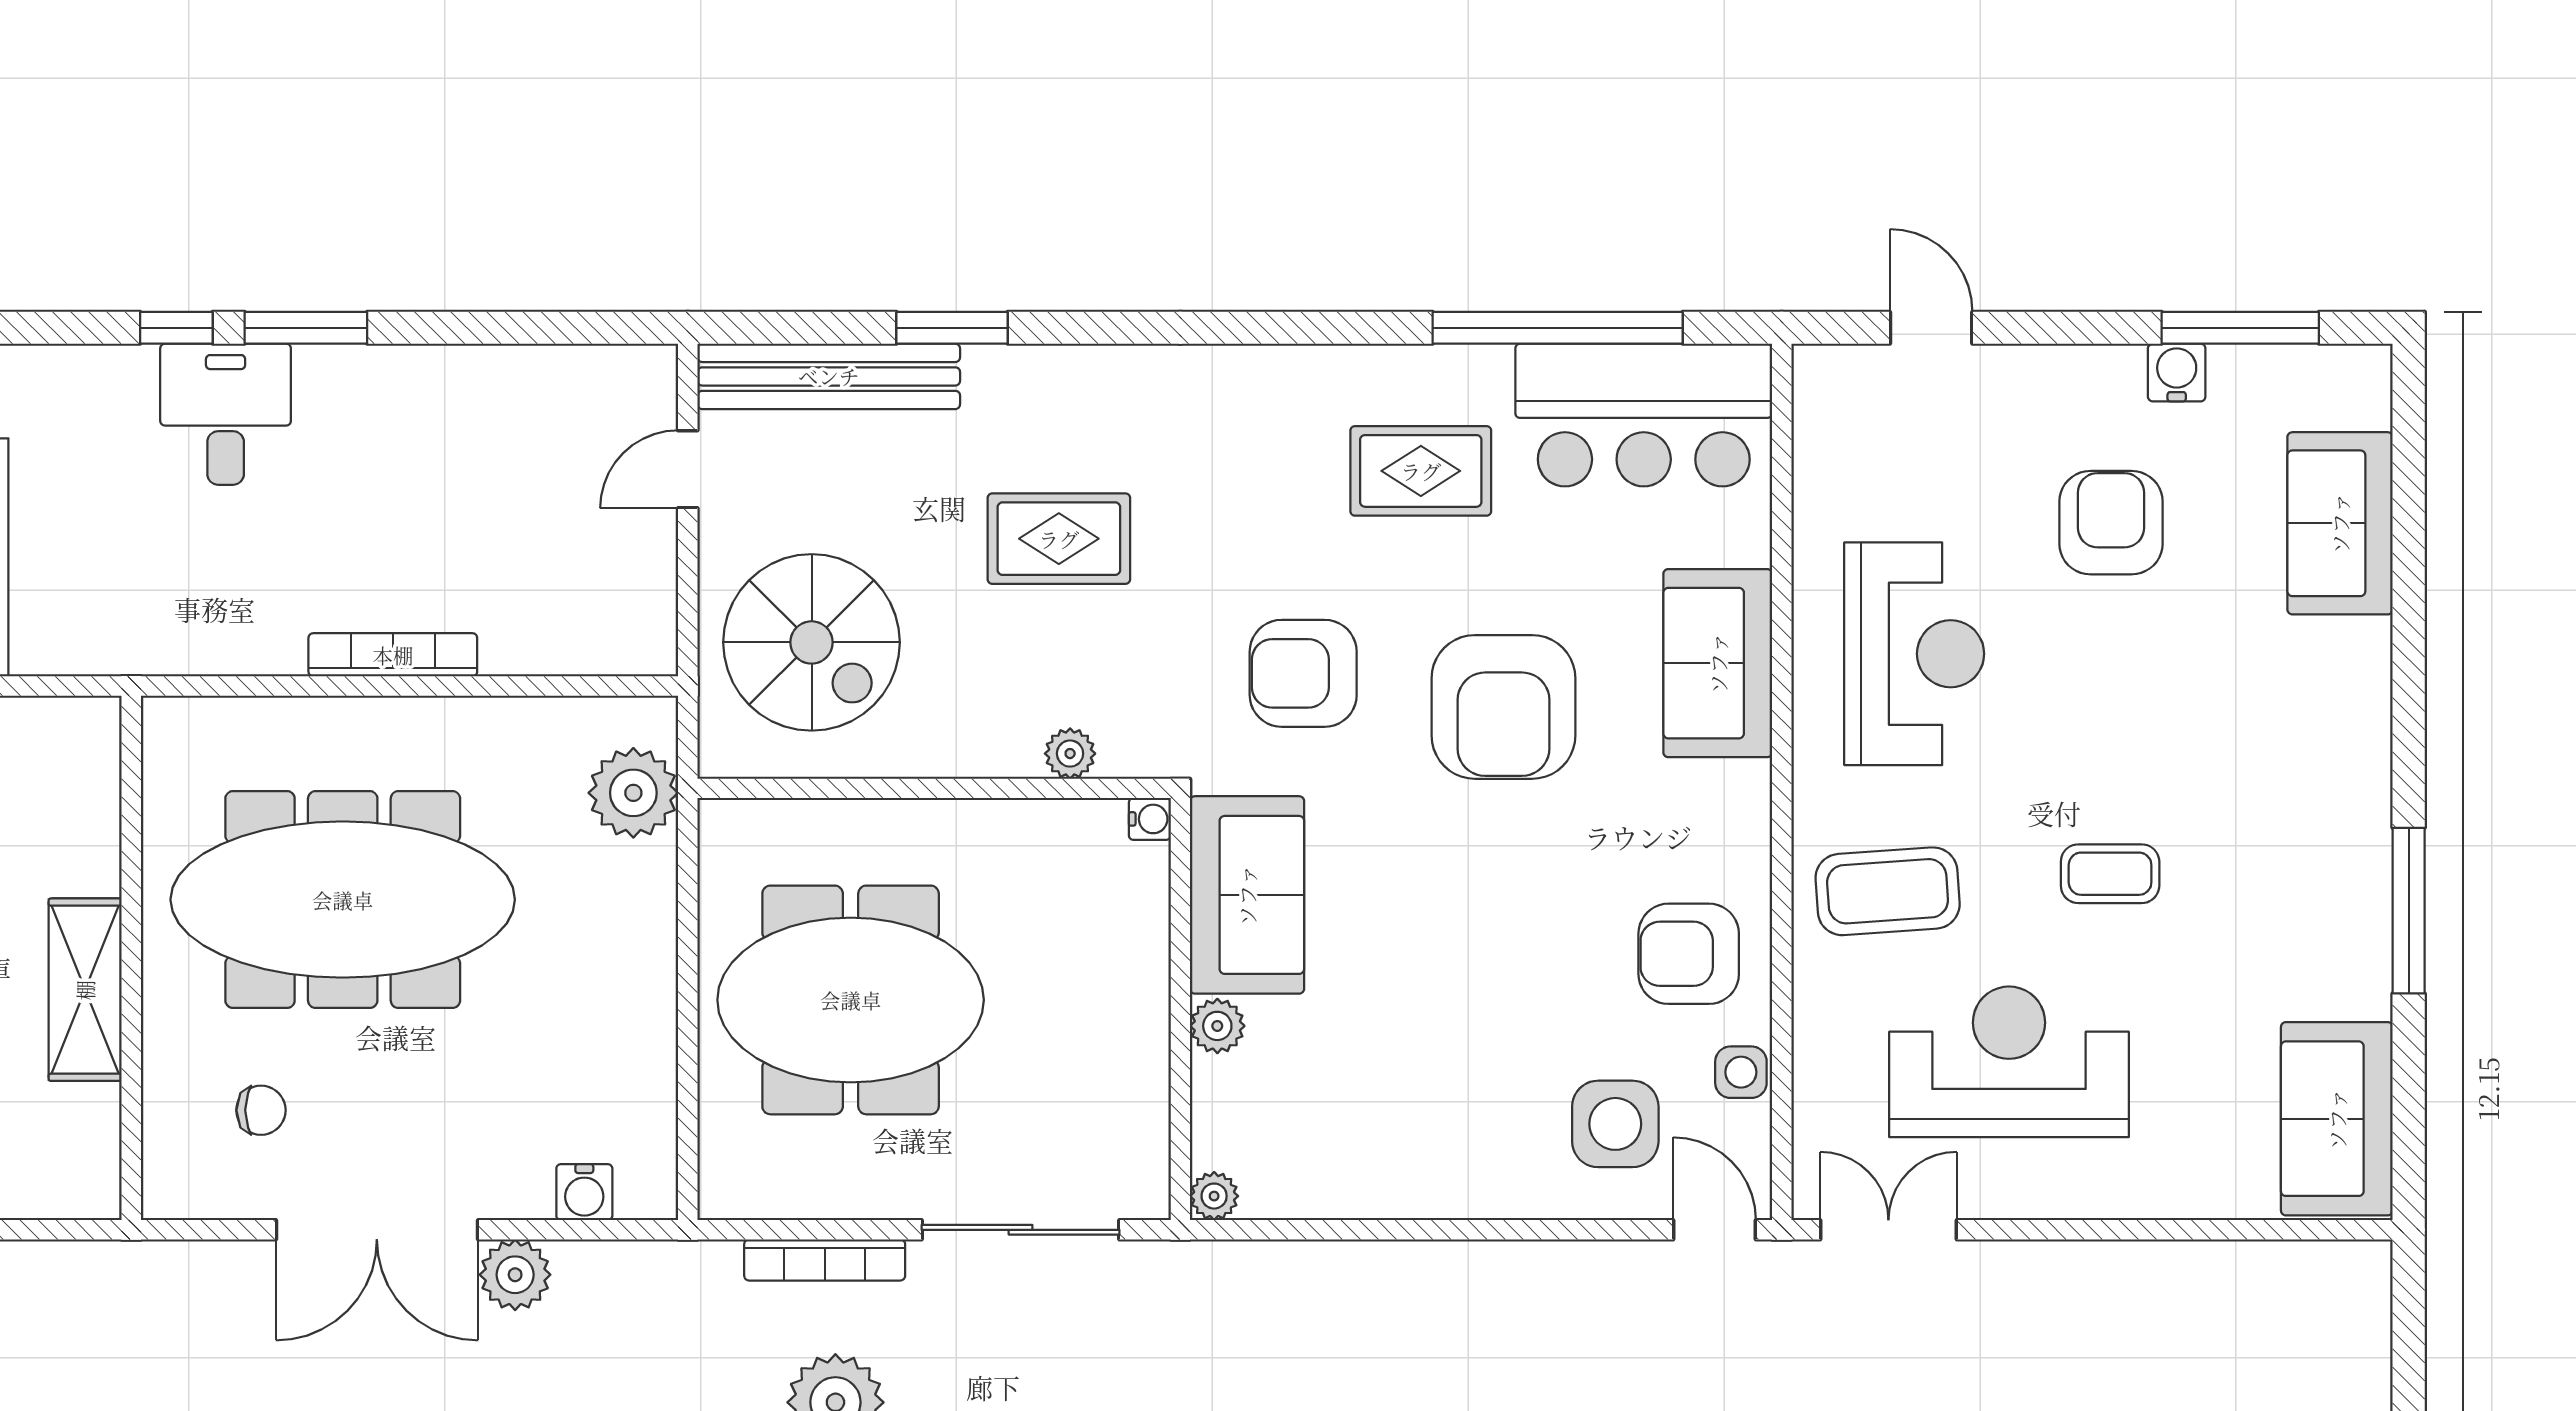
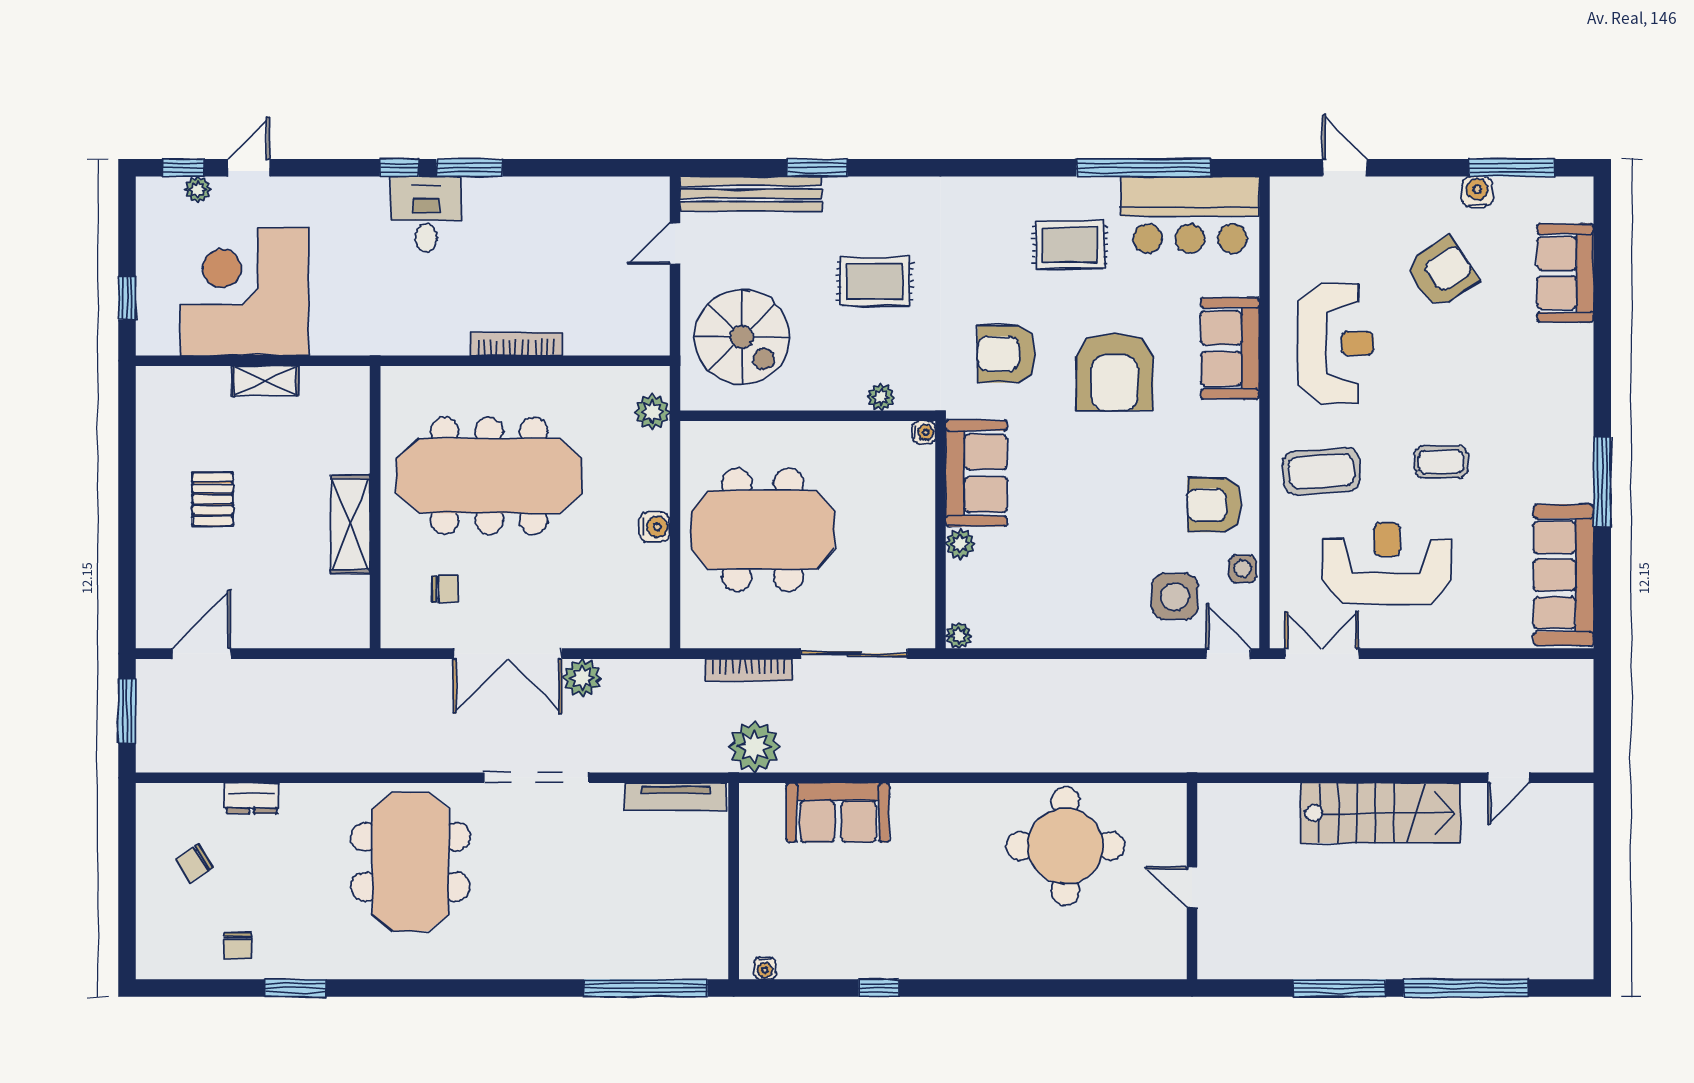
armchair: (2111, 523) -> (1442, 273), turned 56
plant: (633, 793) -> (652, 412), width x0.73, depth x0.73
sofa: (2337, 1119) -> (1564, 575), width x1.36
water cooler: (584, 1192) -> (655, 527), moved, turned -90

